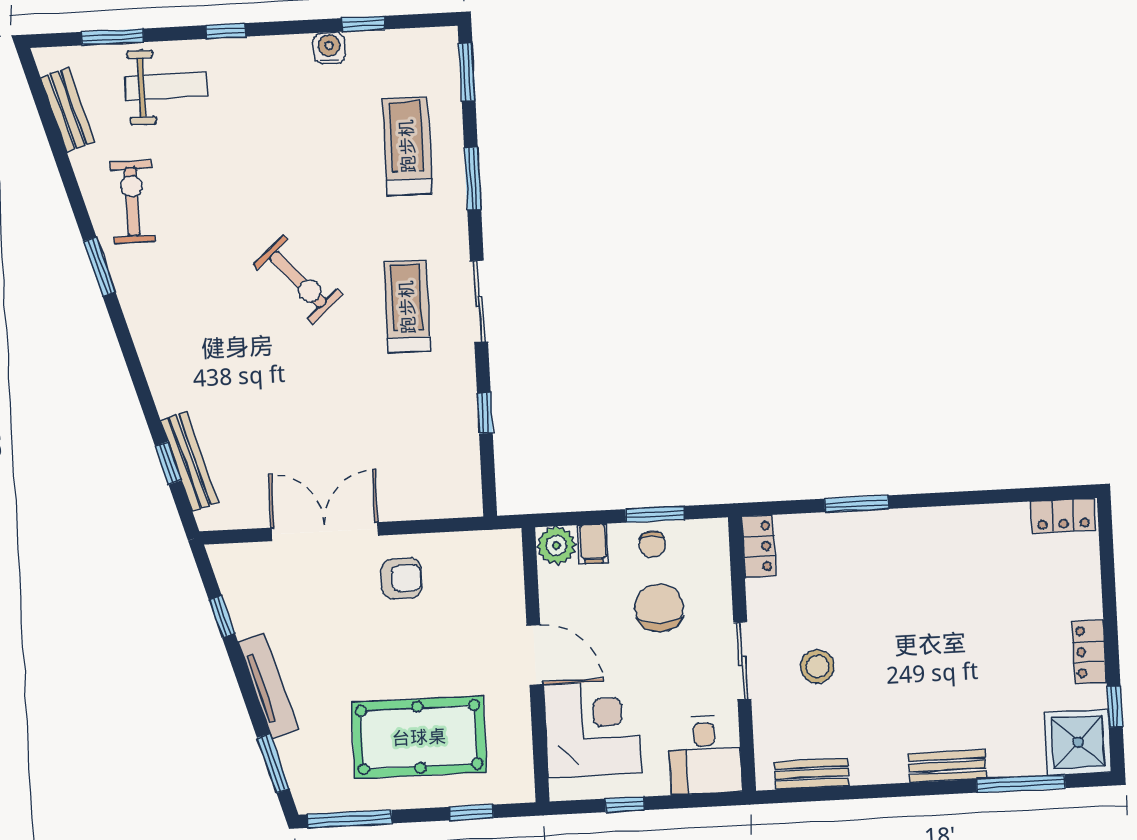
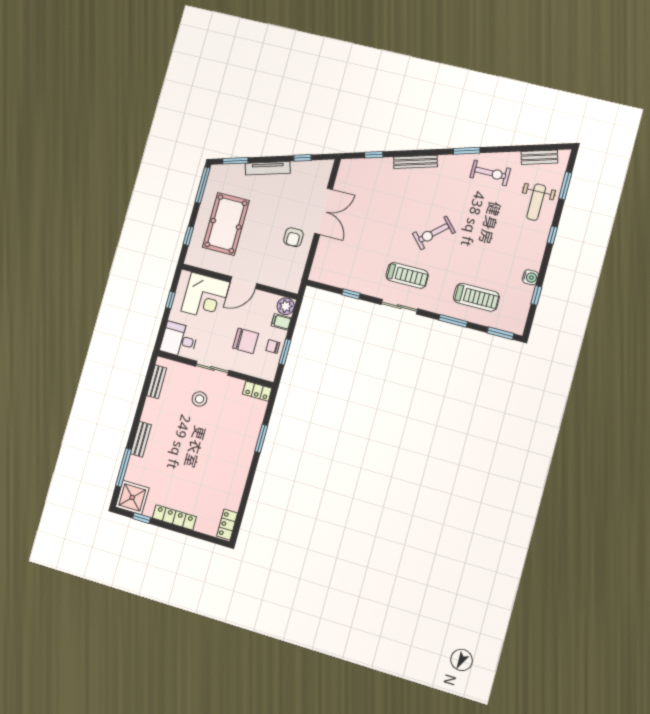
bench: (189, 461) -> (415, 162), moved
locker: (1089, 652) -> (174, 517), width x1.53

